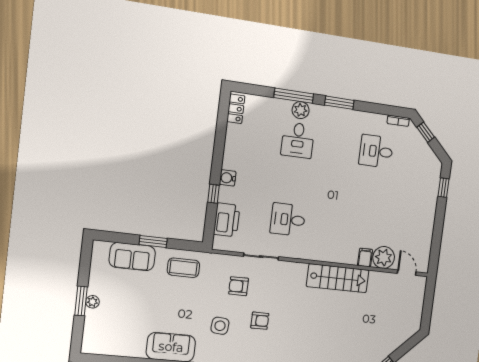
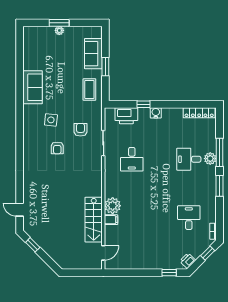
locker: (236, 109) -> (199, 113), width x1.53
printer: (432, 161) -> (188, 261), added
desk: (288, 220) -> (132, 159), turned 180
plant: (384, 257) -> (113, 206), moved
stairs: (338, 278) -> (94, 220), moved

